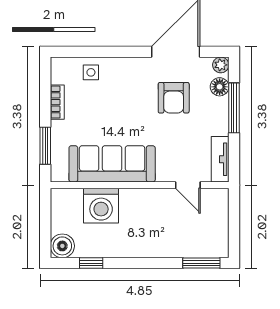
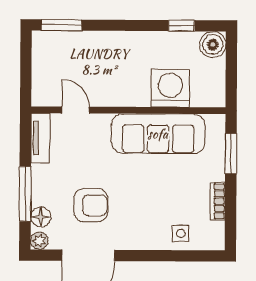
armchair: (174, 98) -> (91, 205), turned 90

